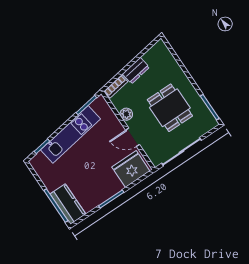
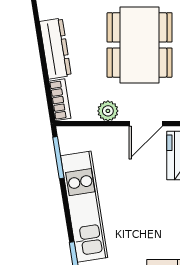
dresser: (136, 71) -> (55, 49), width x1.44
dining table: (170, 108) -> (140, 45), width x1.38

